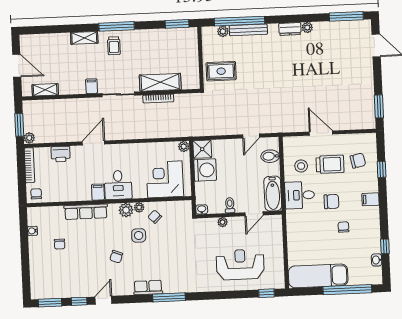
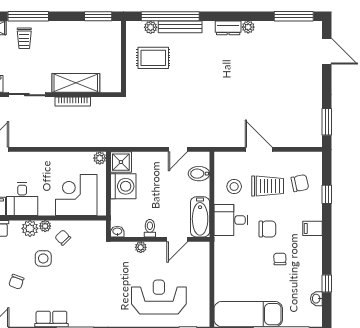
rug: (221, 71) -> (153, 58), moved

